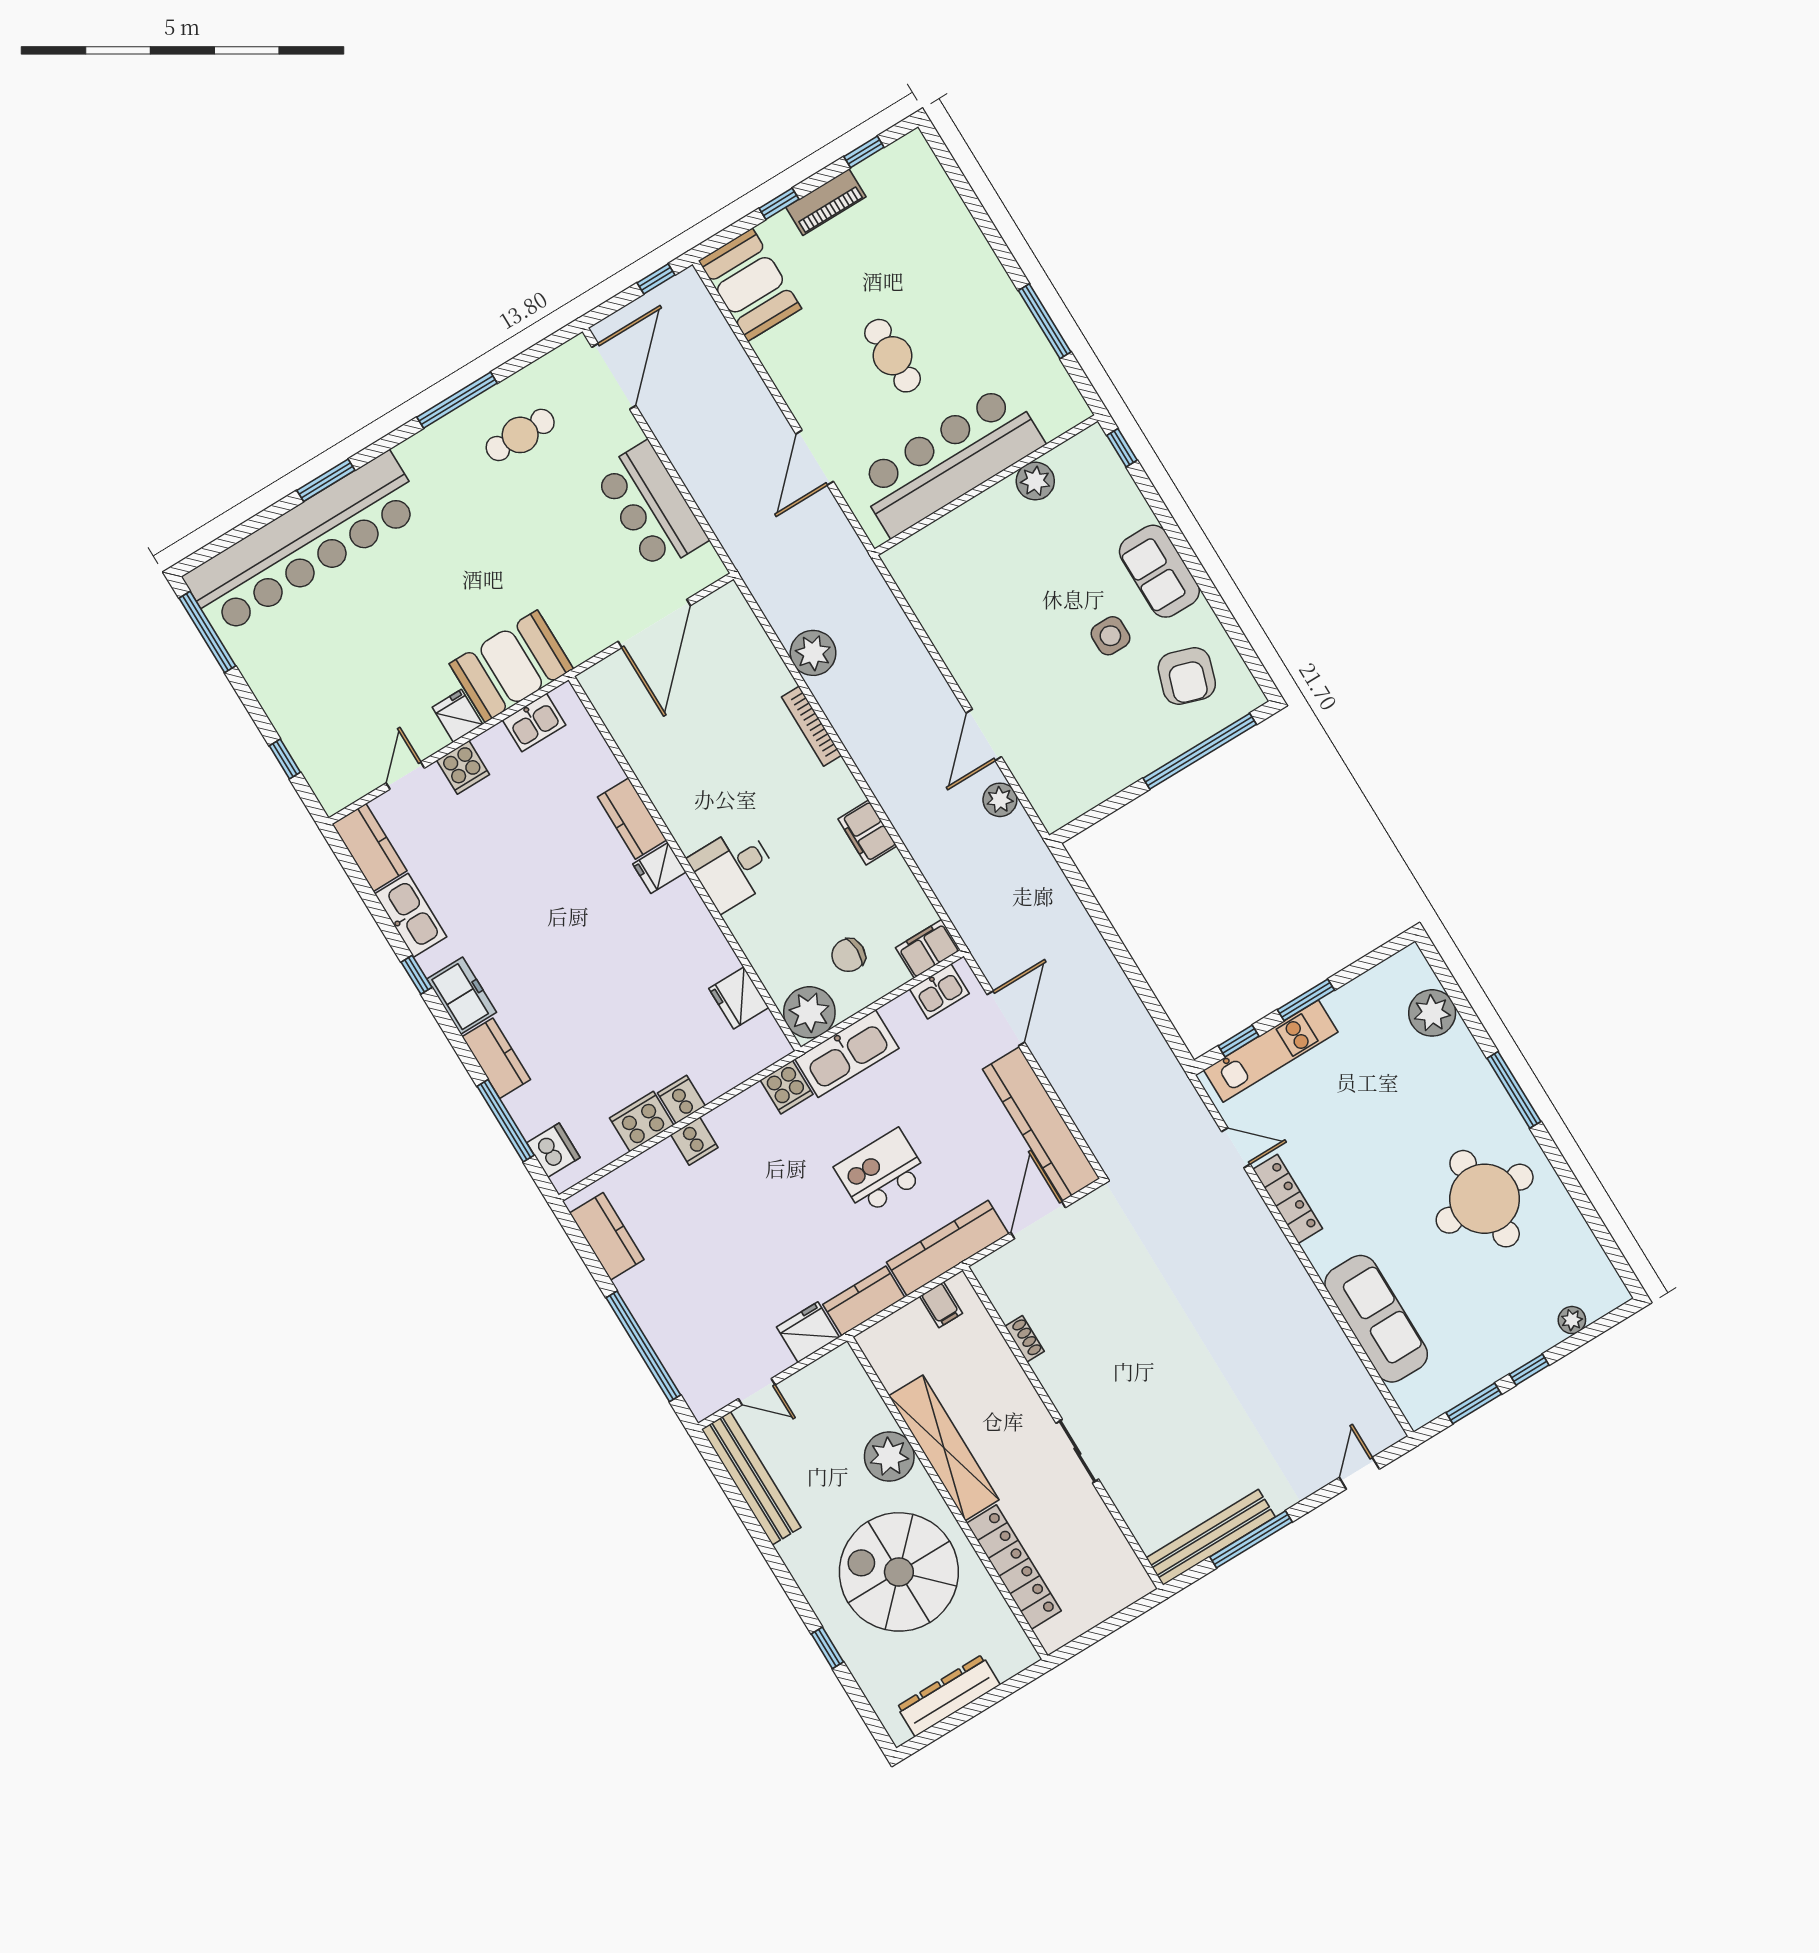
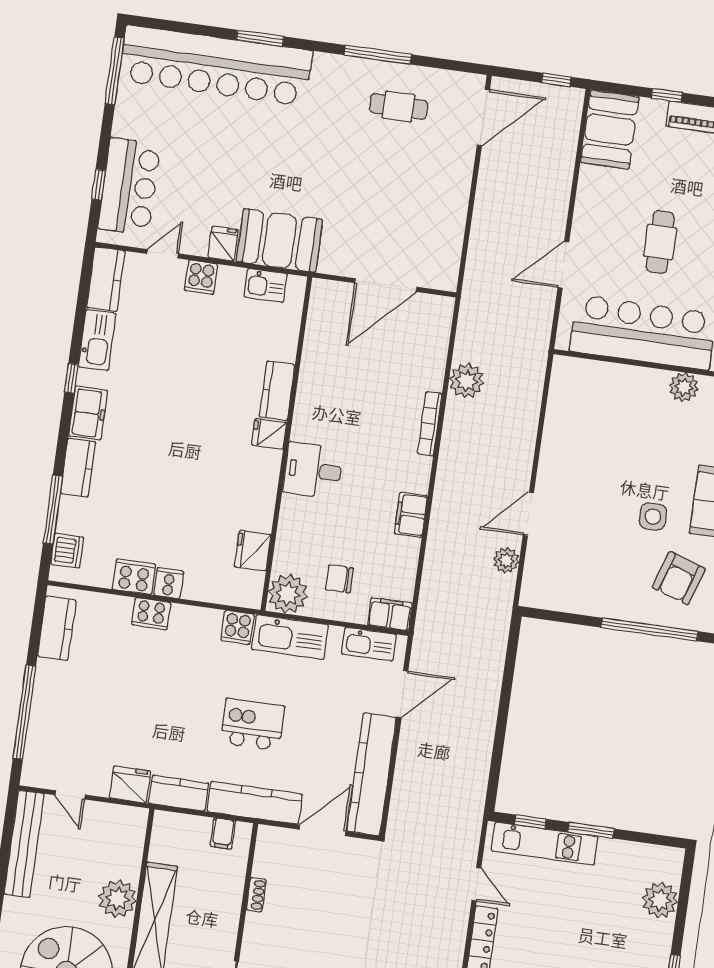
bar counter: (651, 507) -> (129, 186), moved, turned 180
kitchen sink: (939, 991) -> (369, 644), width x1.38
cooker: (694, 1141) -> (151, 614), width x1.36

